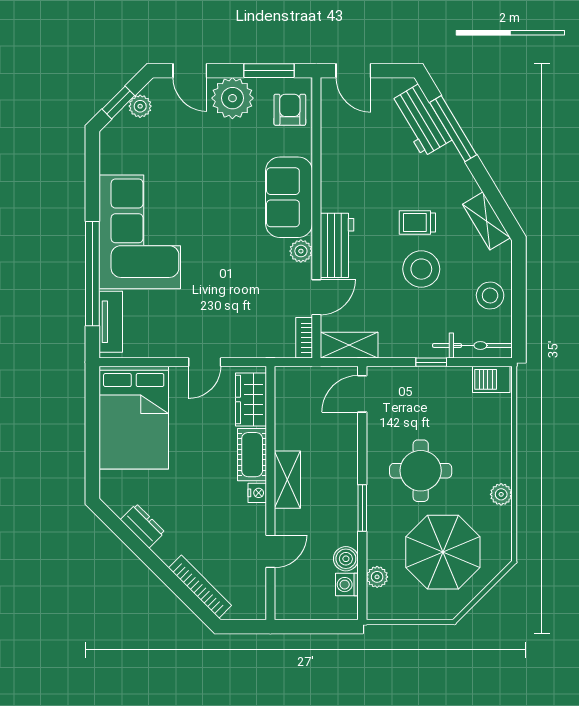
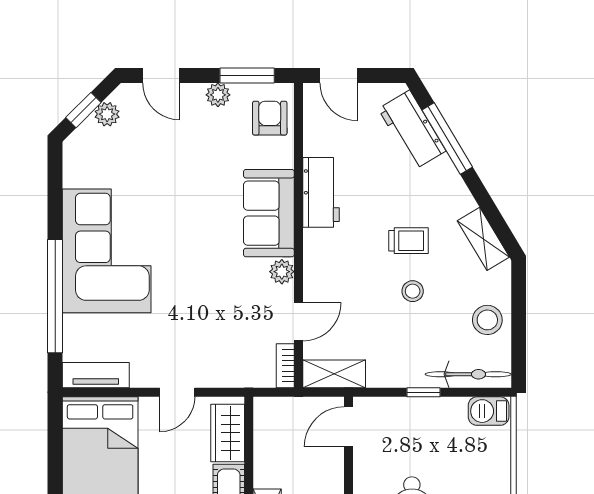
plant: (232, 98) -> (218, 95), width x0.53, depth x0.53
trolley: (417, 223) -> (408, 241), turned 180
workbench: (337, 245) -> (321, 192), moved
stool: (421, 269) -> (413, 291), width x0.53, depth x0.53
tv unit: (111, 322) -> (96, 375), moved, turned -90

